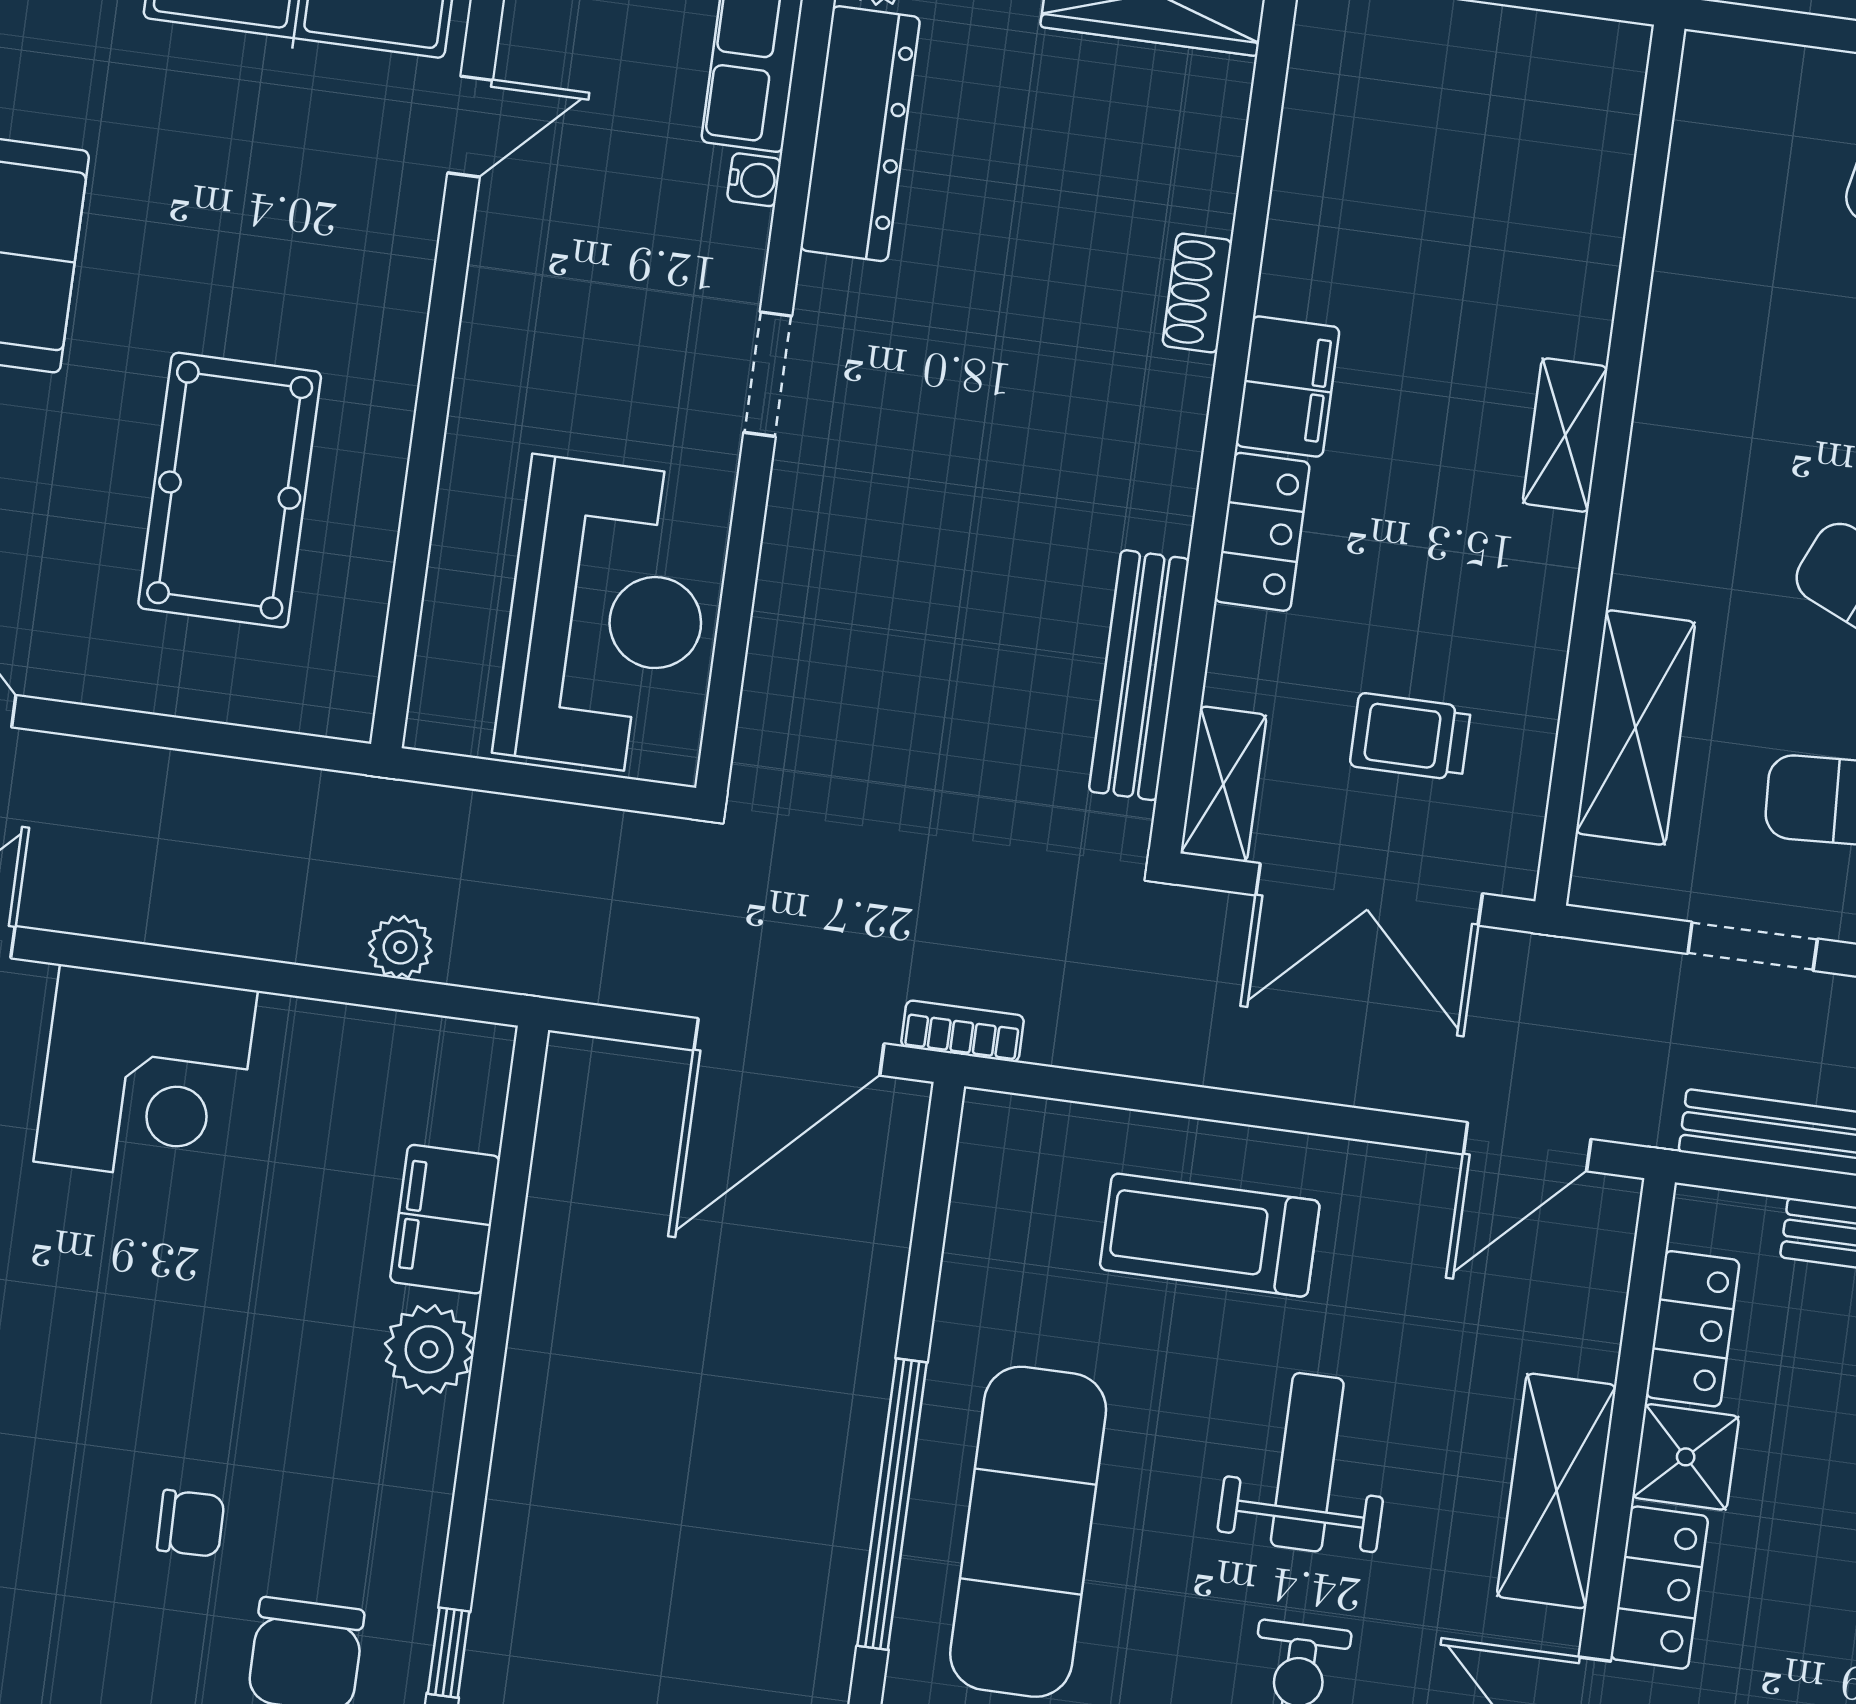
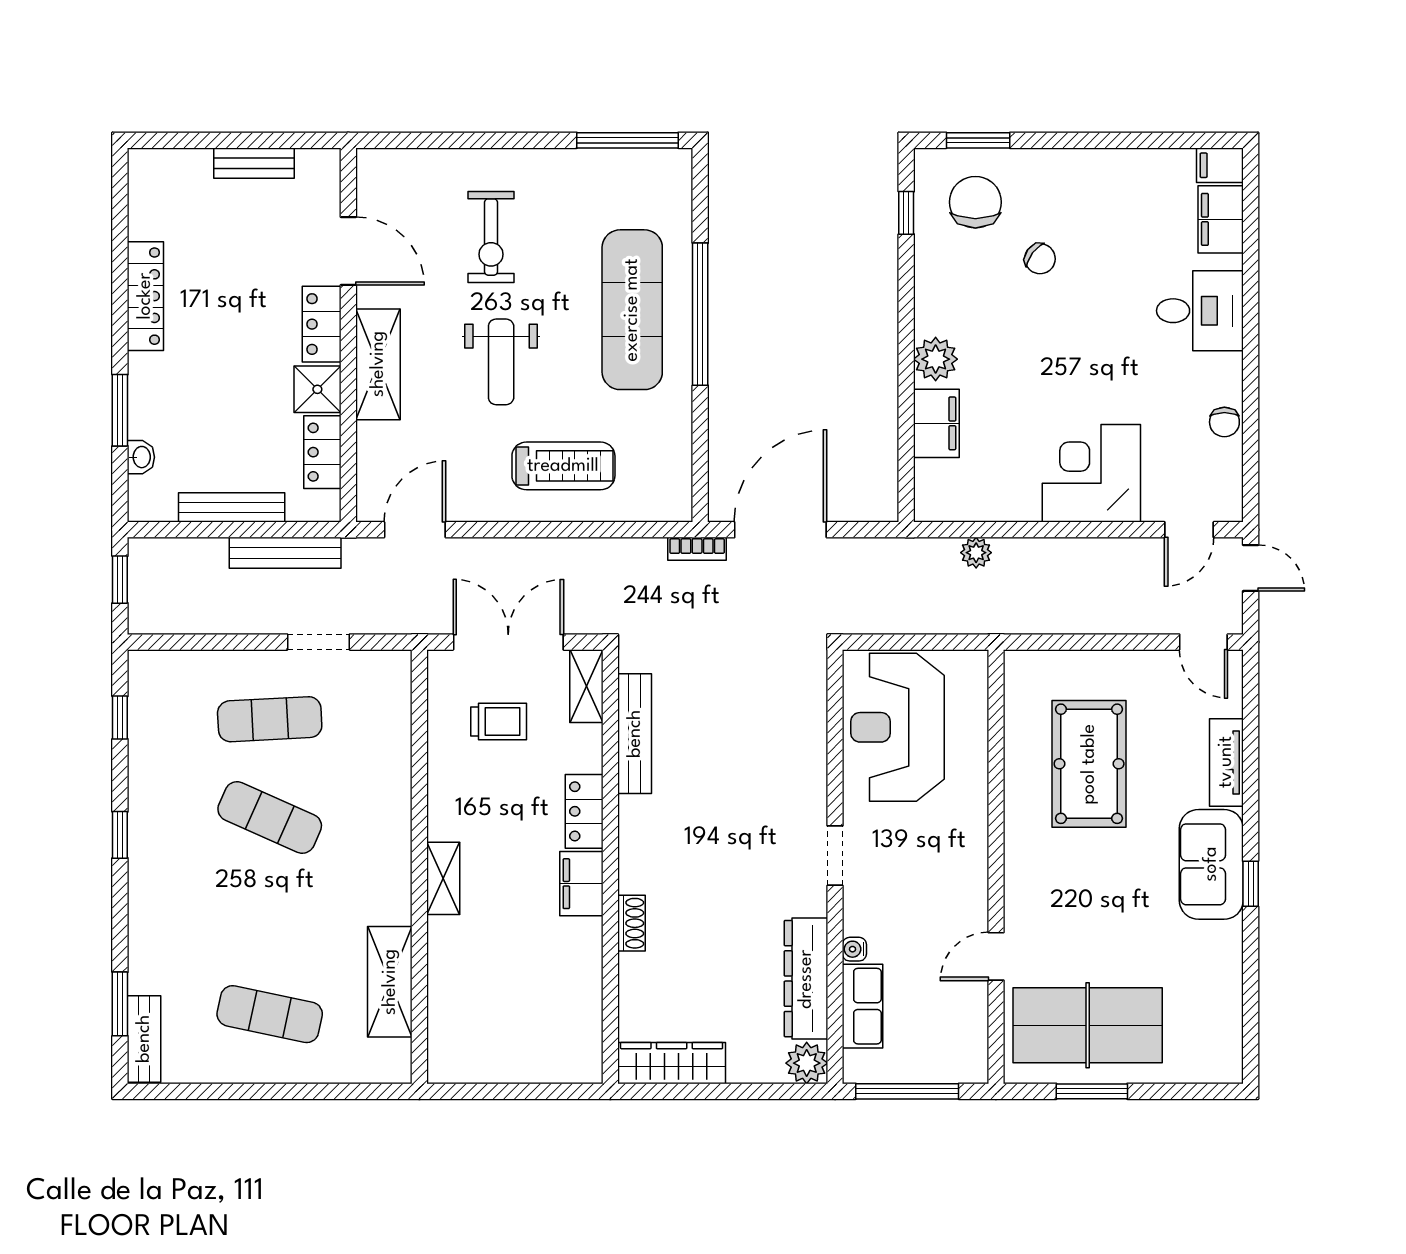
shelving: (1635, 728) -> (390, 982), moved
chair: (191, 1523) -> (1040, 259), turned -142

